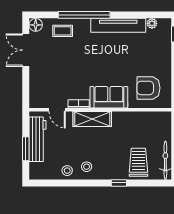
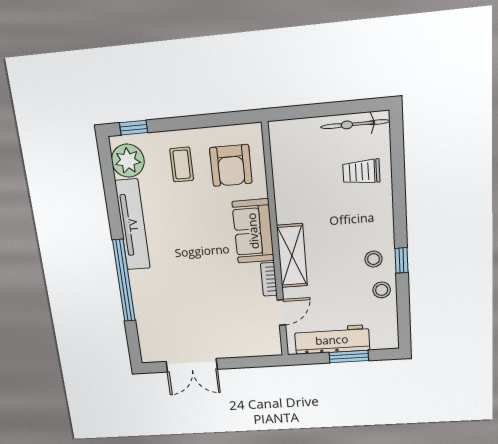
plant: (152, 23) -> (128, 161), width x1.87, depth x1.87
floor lamp: (36, 25) -> (150, 353), removed
coffee table: (63, 31) -> (182, 164), moved
trolley: (138, 162) -> (361, 172), width x0.73, depth x0.72
window: (119, 183) -> (402, 260), moved

